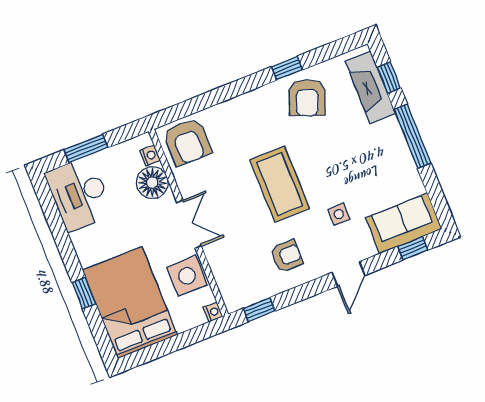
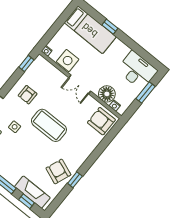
bed: (130, 303) -> (90, 30), width x0.67

